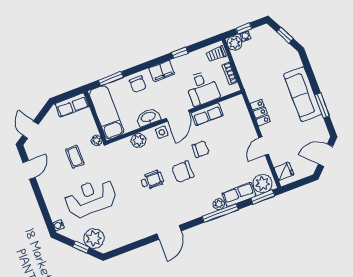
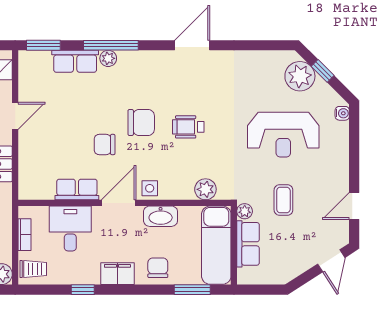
row of seats: (72, 105) -> (248, 244), moved, turned 90
plant: (138, 140) -> (205, 189), moved
plant: (262, 184) -> (36, 64), removed

